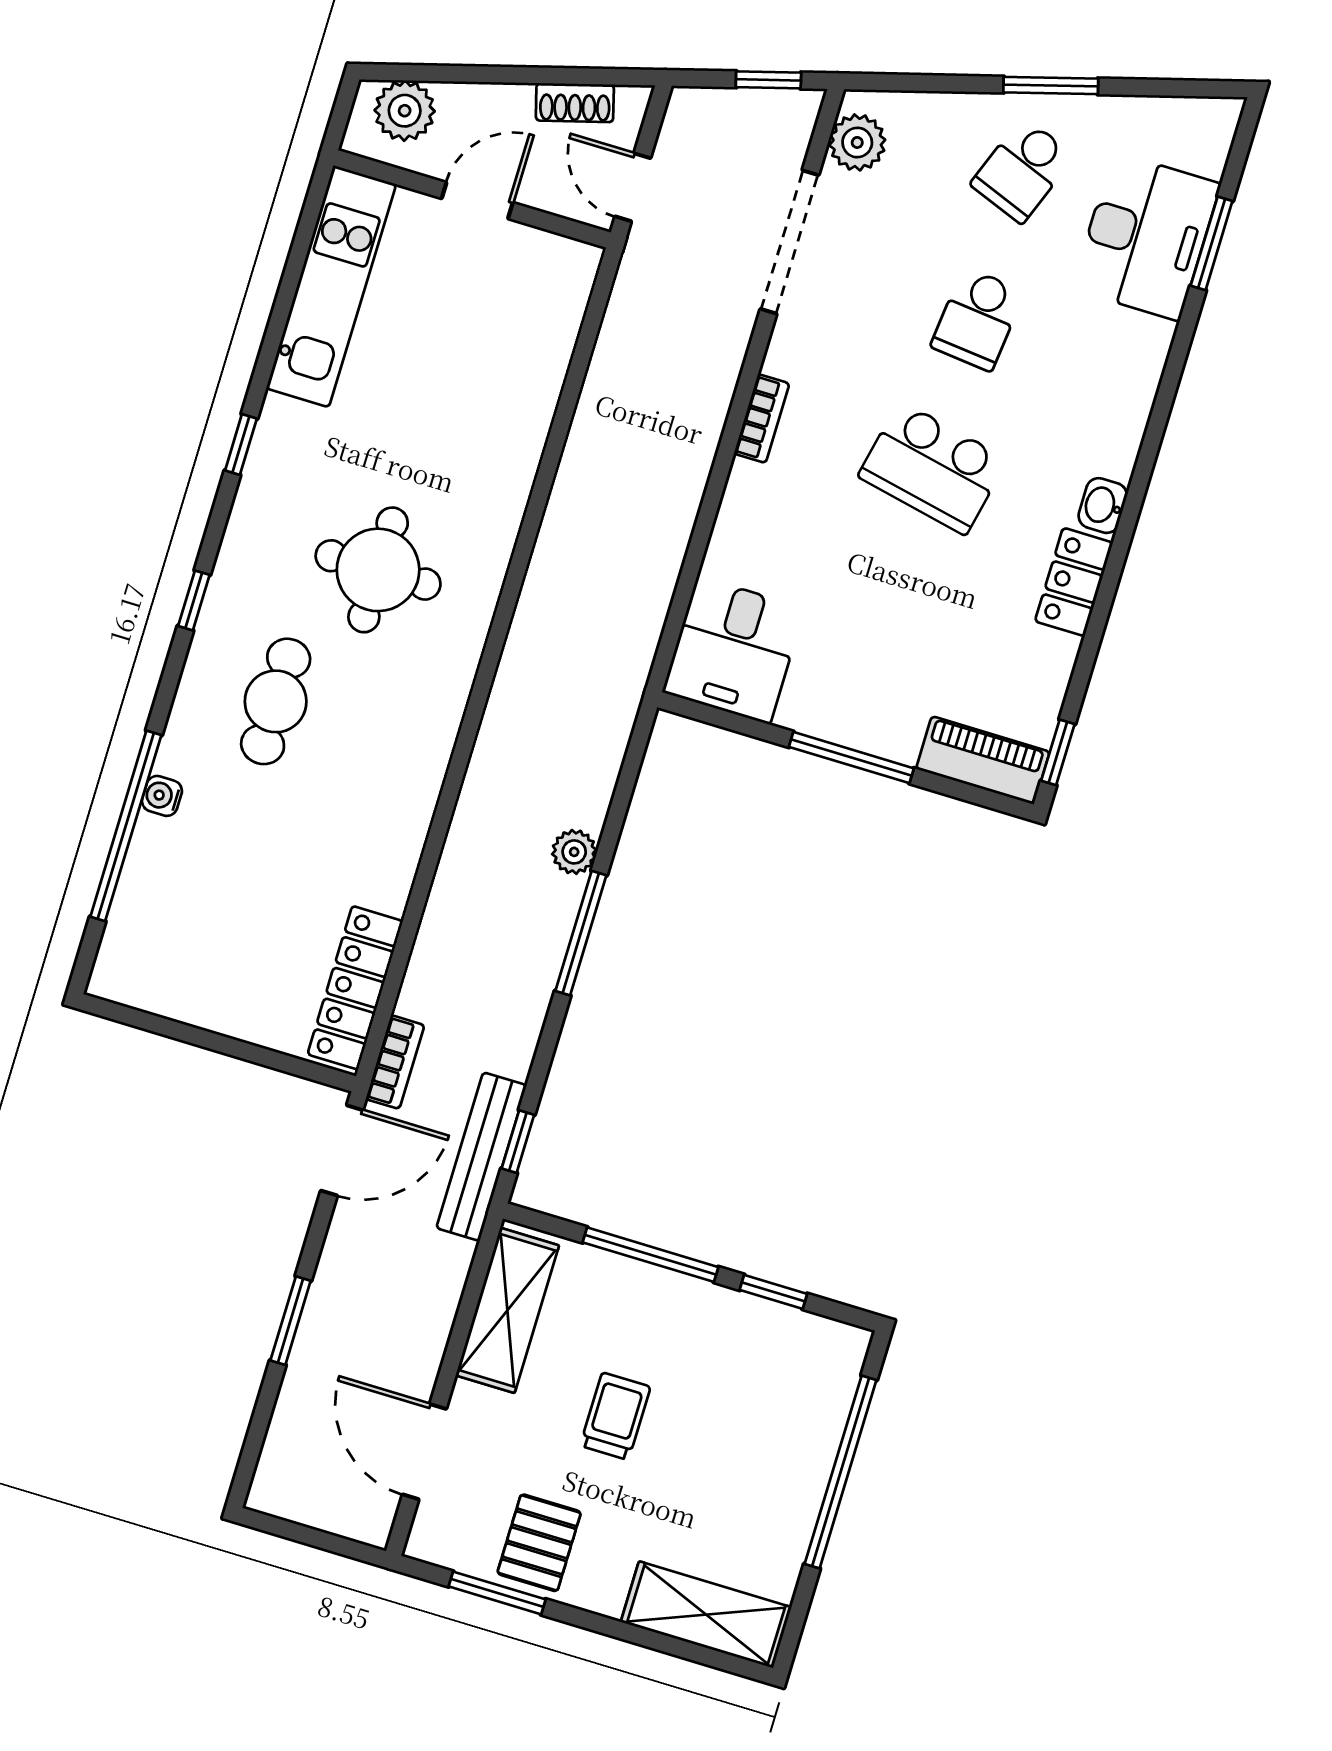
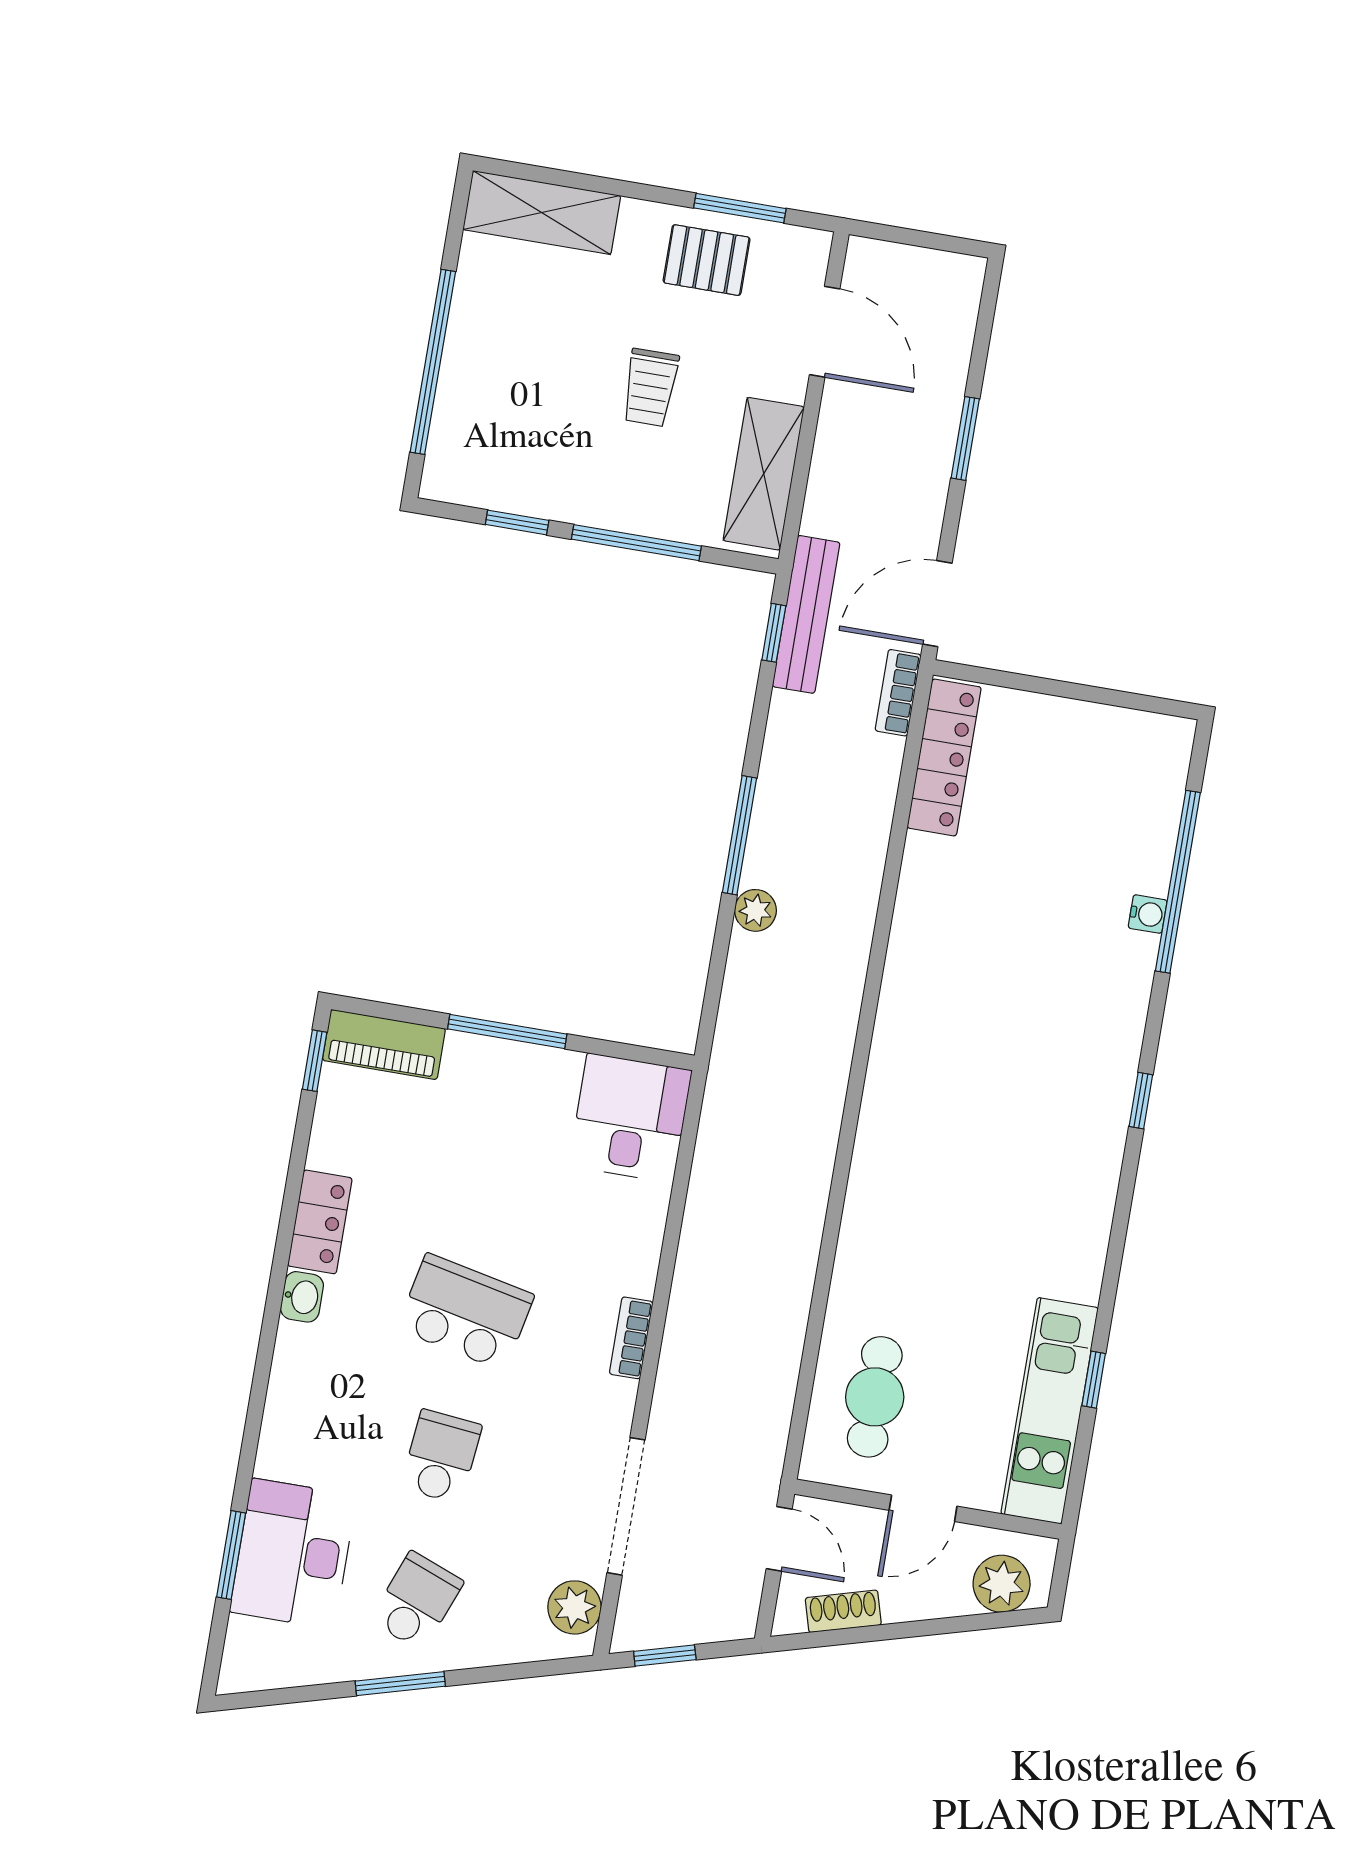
window: (241, 444) -> (1094, 1380), moved
round table: (378, 570) -> (972, 1151), removed
cafe table: (276, 701) -> (875, 1397), moved
pallet: (539, 1543) -> (707, 260), turned 90

